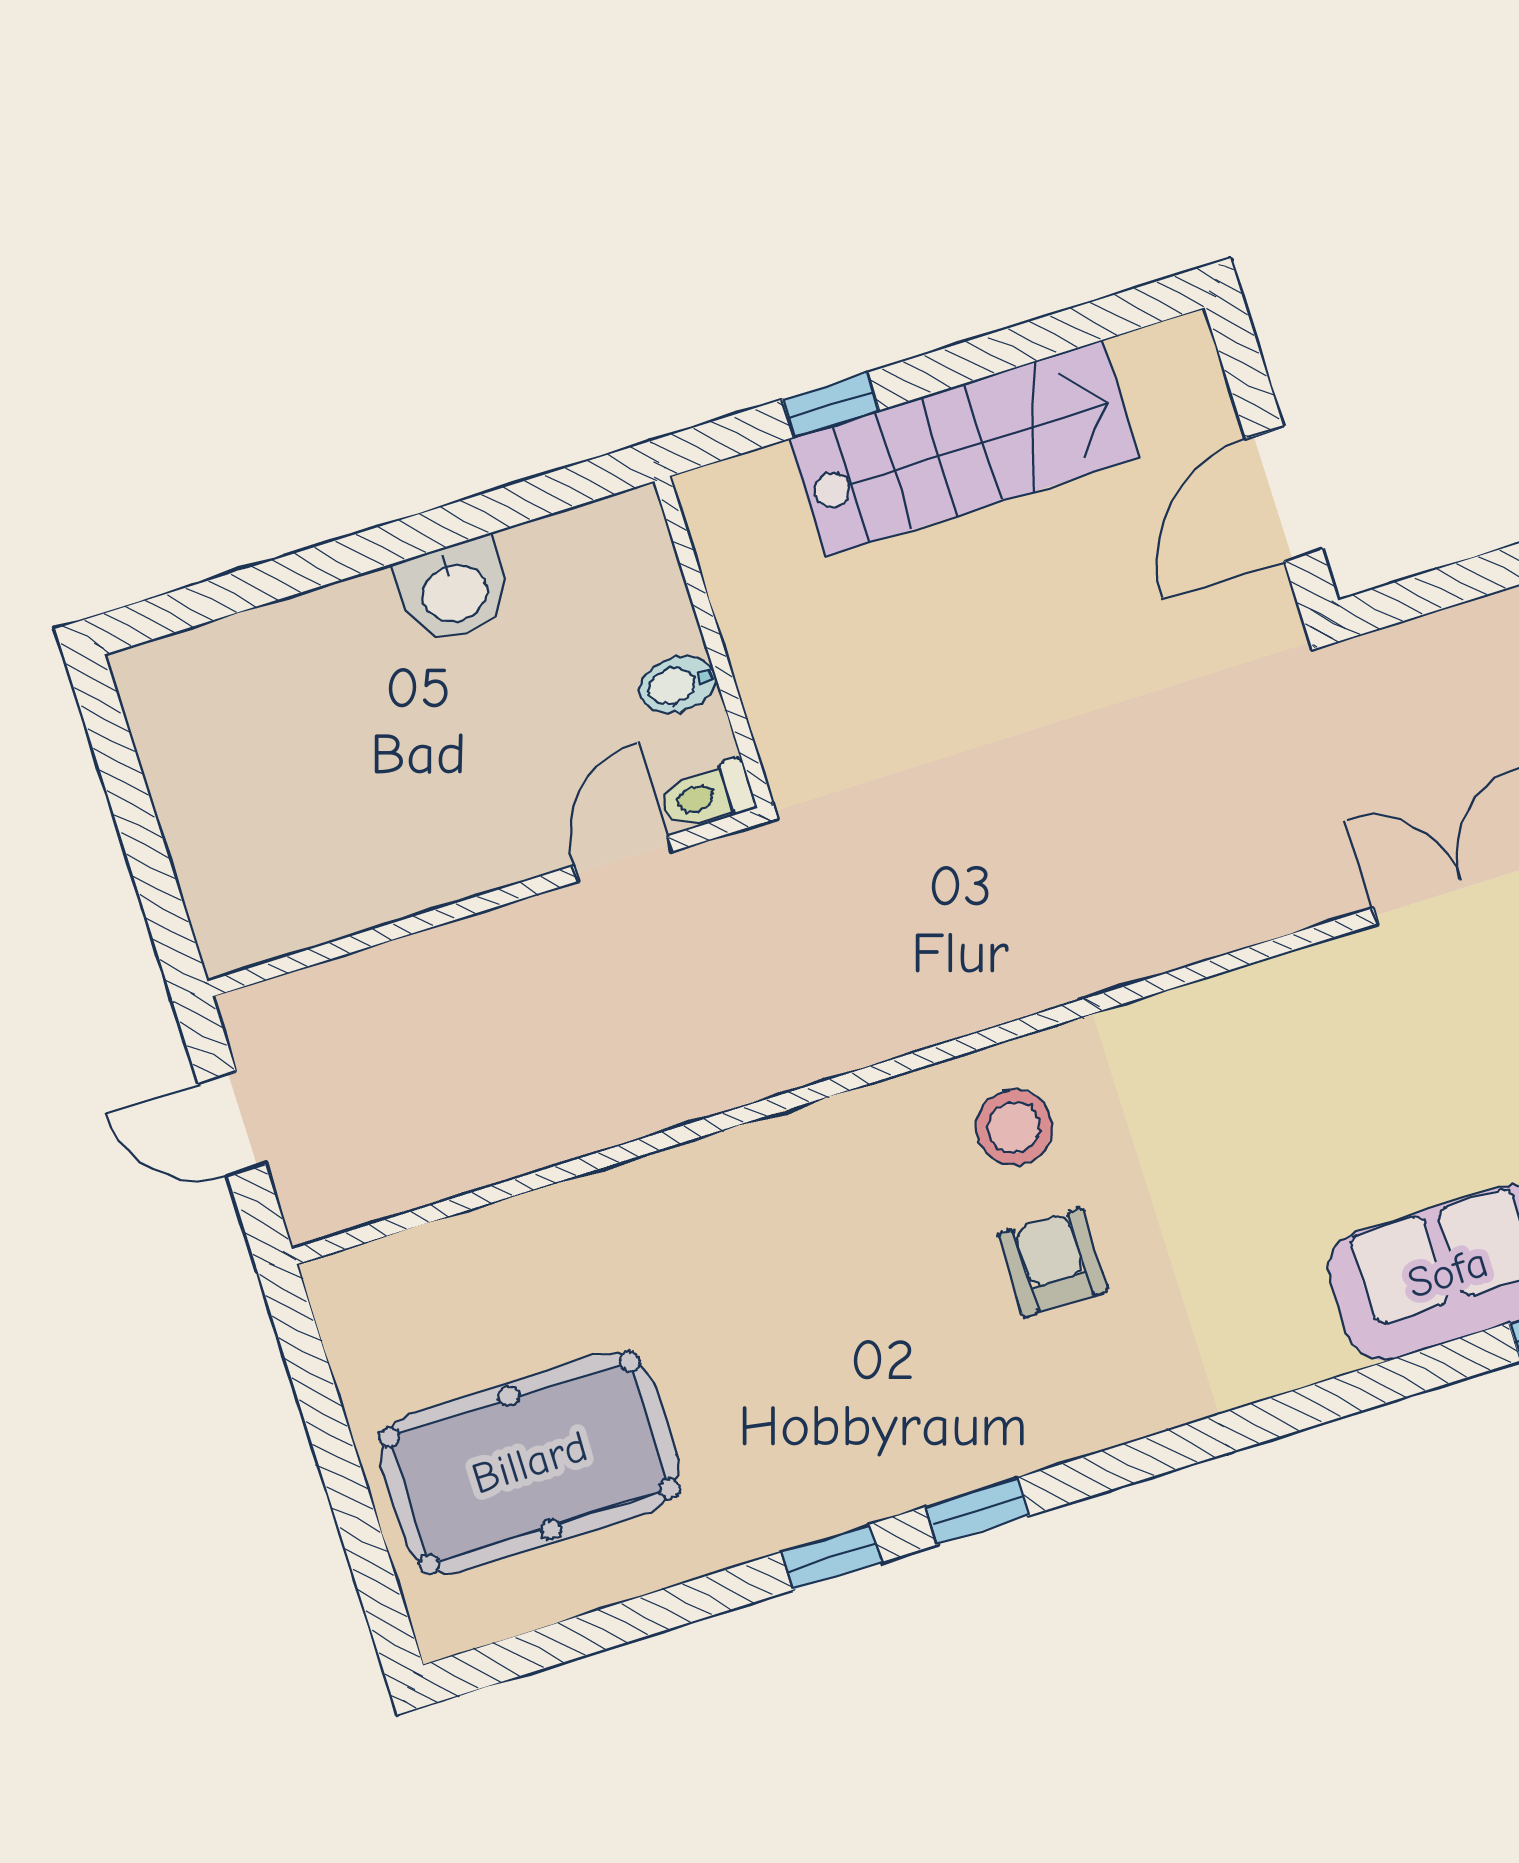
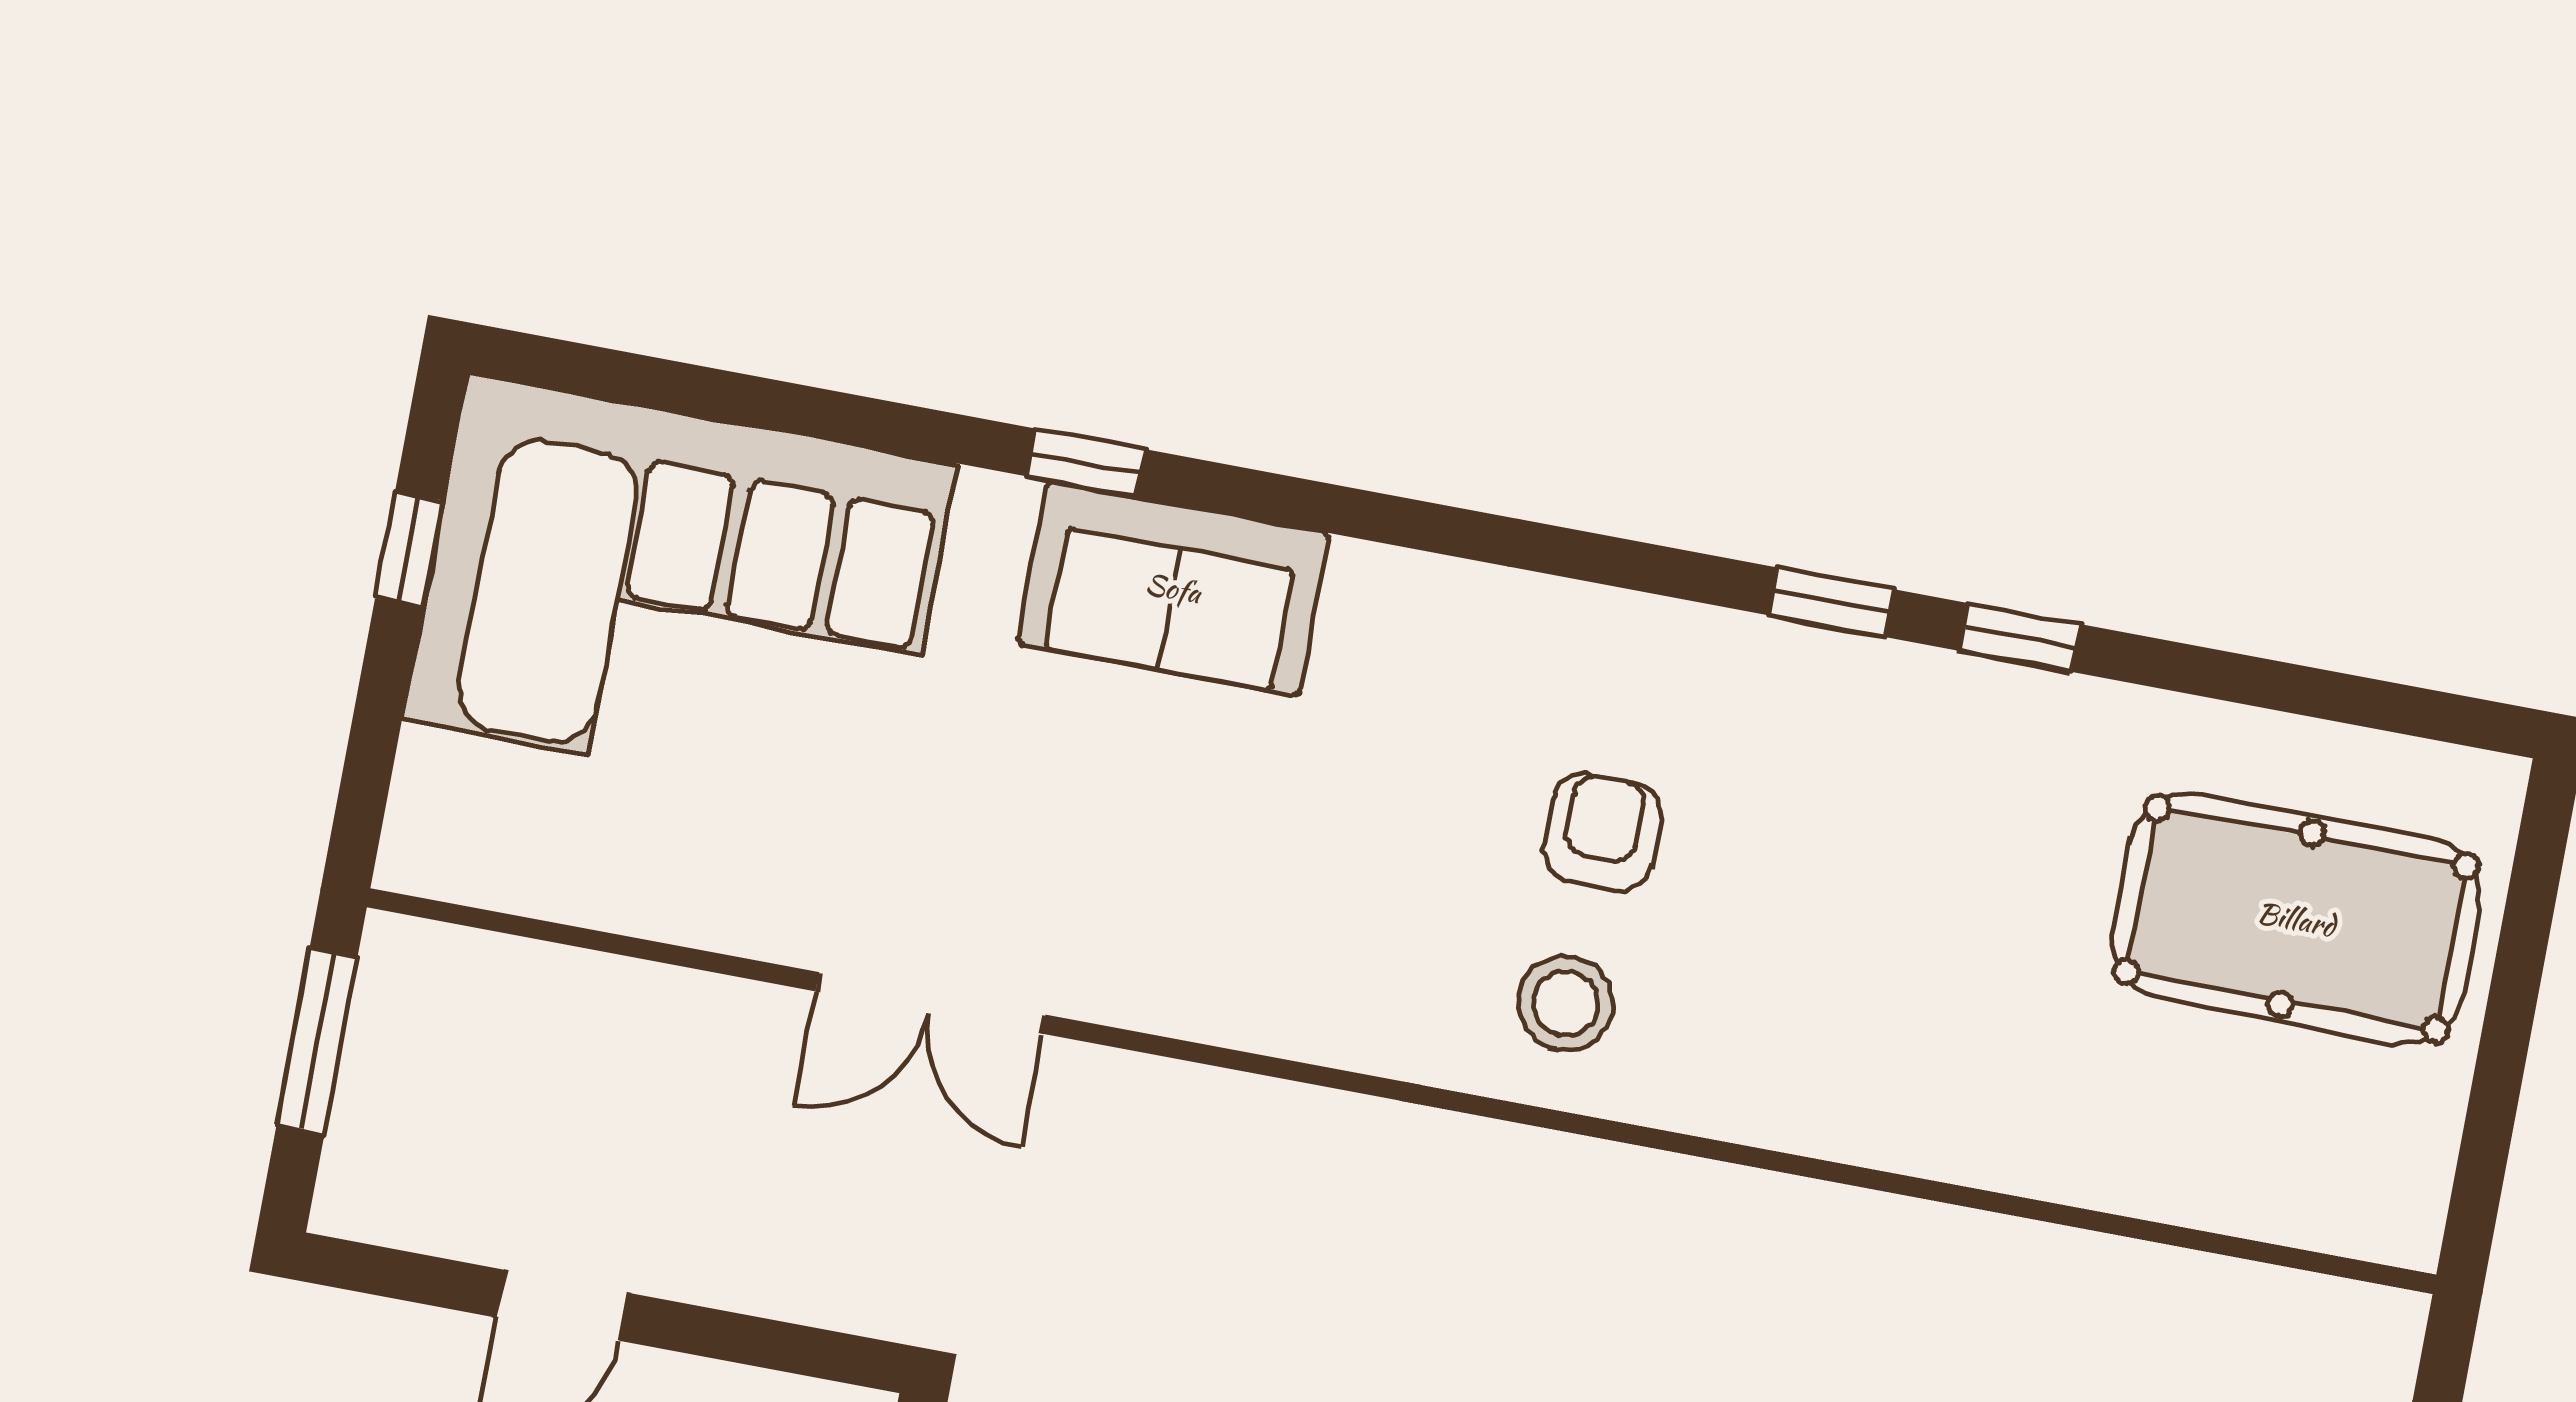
armchair: (1053, 1262) -> (1603, 832), turned 180

